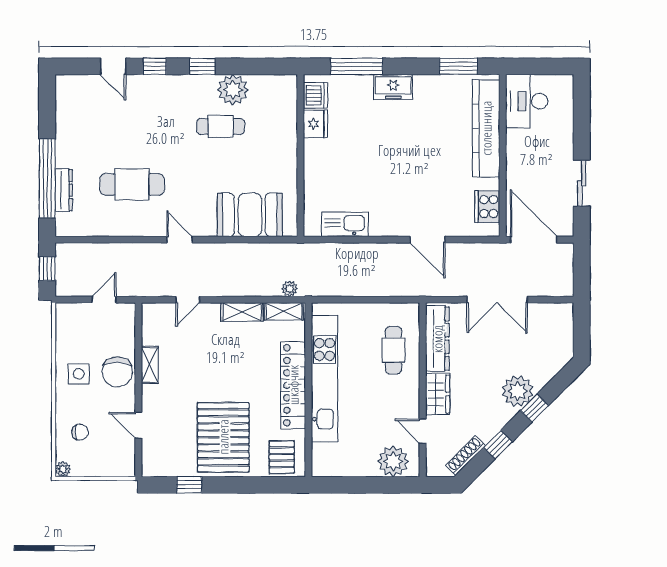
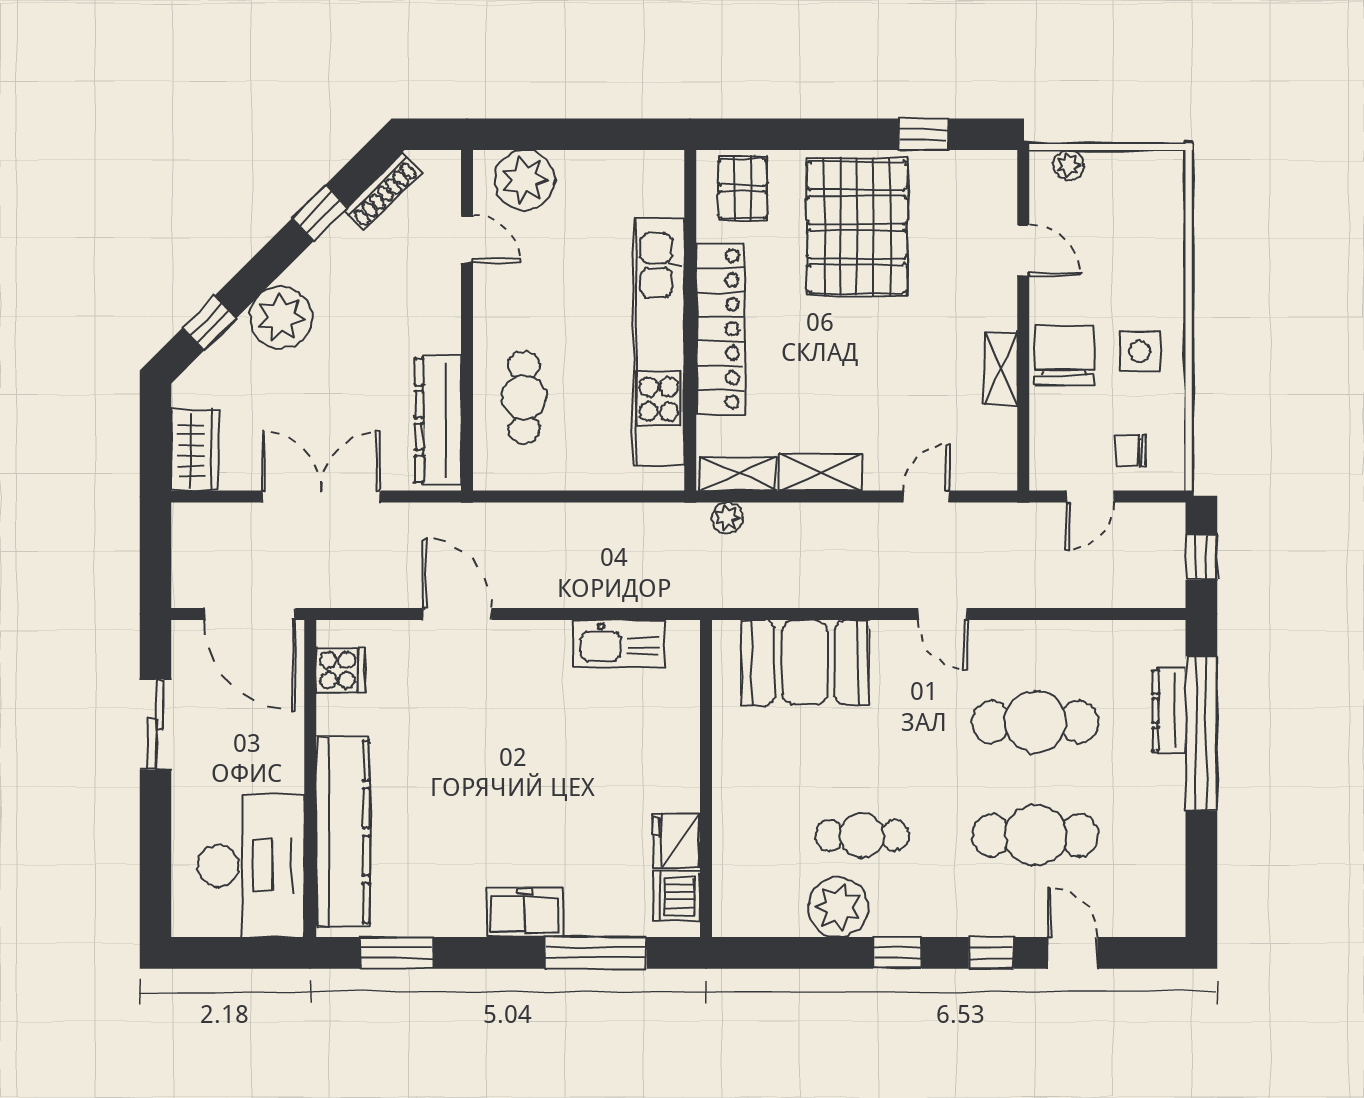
desk: (527, 101) -> (251, 866), width x1.36, depth x1.30
cafe table: (132, 126) -> (1035, 835), added
cooker: (487, 207) -> (340, 670), width x0.73
wardrobe: (438, 394) -> (195, 450), moved, turned 180
window: (534, 408) -> (210, 323), moved
chair: (80, 432) -> (1130, 451), moved
plant: (63, 469) -> (1069, 165), moved

